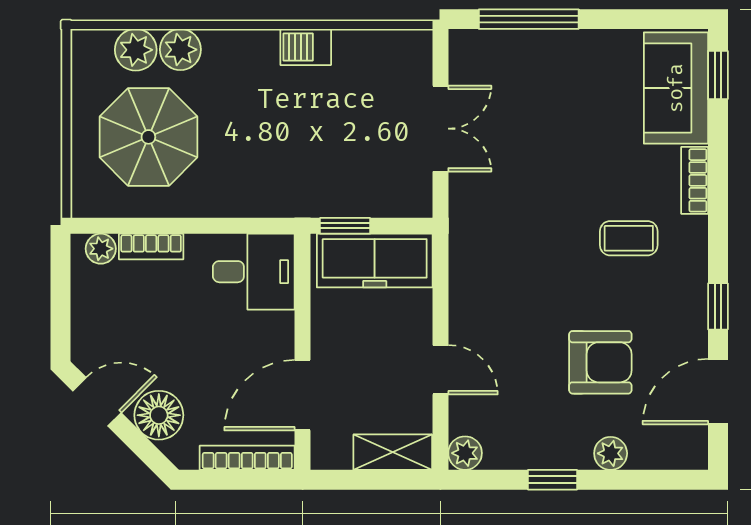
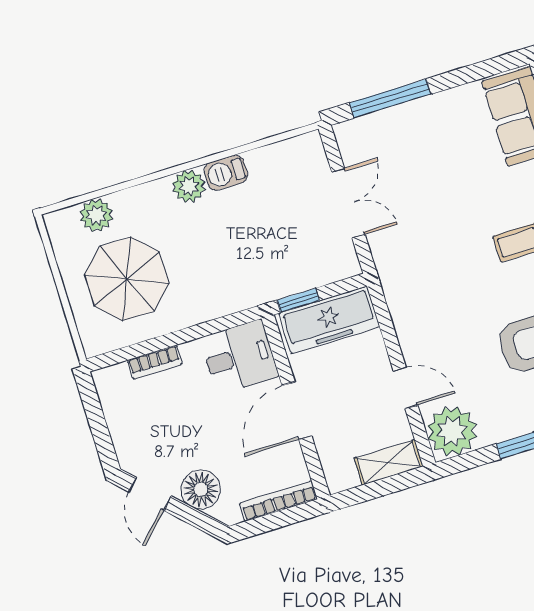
plant: (180, 50) -> (189, 186), moved
plant: (101, 249) -> (117, 376), removed
door: (303, 395) -> (297, 411), moved
door: (97, 402) -> (150, 494), swing flipped
plant: (465, 453) -> (452, 431), width x1.88, depth x1.88

